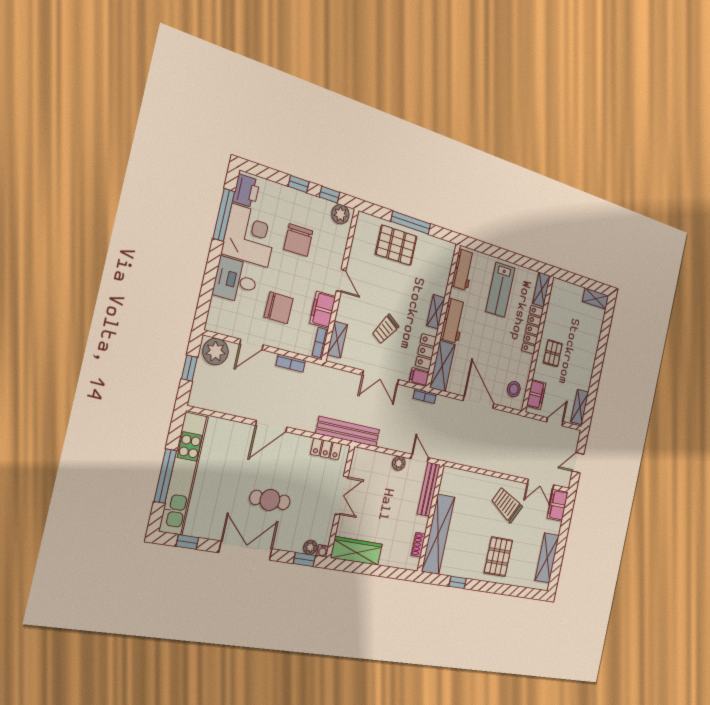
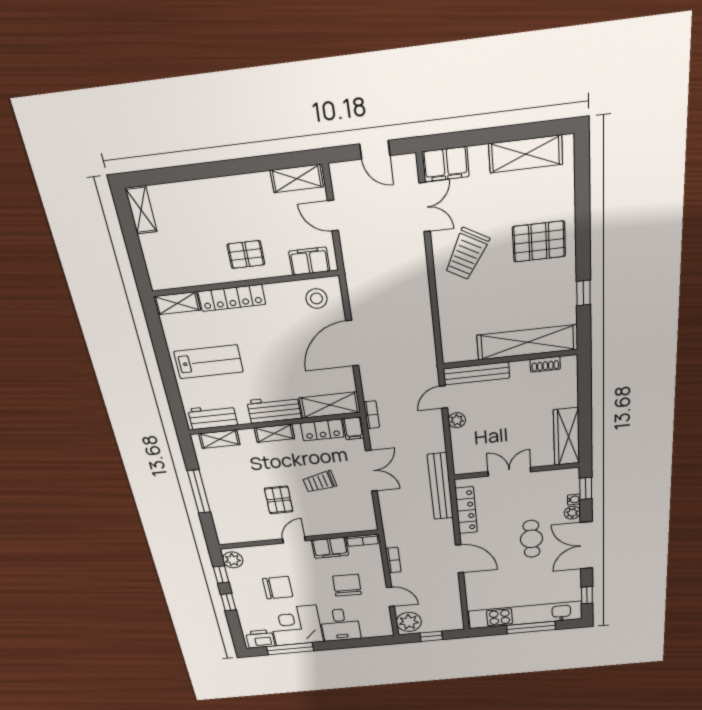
pallet: (396, 245) -> (279, 500), moved, width x0.67, depth x0.71
trolley: (386, 329) -> (320, 482), turned 135
shelving: (337, 340) -> (219, 439), moved
locker: (326, 449) -> (466, 510), width x1.53
plant: (310, 547) -> (572, 513), moved
water cooler: (323, 551) -> (574, 500), moved

